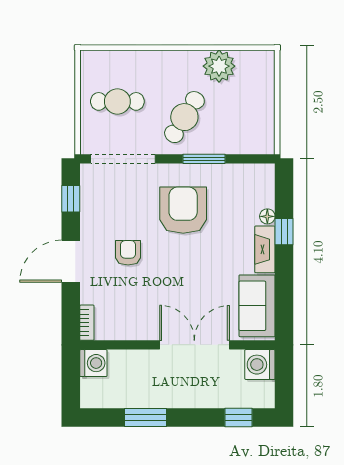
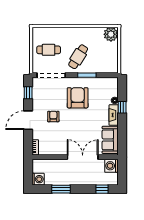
plant: (219, 66) -> (111, 34), moved
washing machine: (93, 363) -> (38, 179), moved

